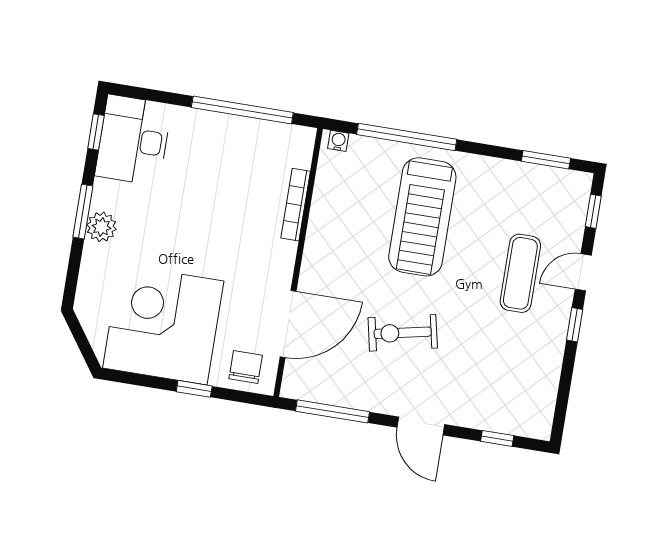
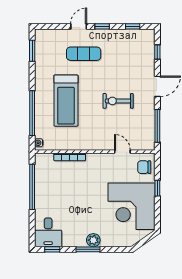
desk: (133, 140) -> (48, 232), width x0.73
window: (593, 211) -> (133, 26), moved
treadmill: (422, 217) -> (66, 101), turned 90
door: (583, 272) -> (79, 26), swing flipped
door: (288, 324) -> (122, 152), width x0.53
exercise bike: (403, 333) -> (118, 101), turned 102

